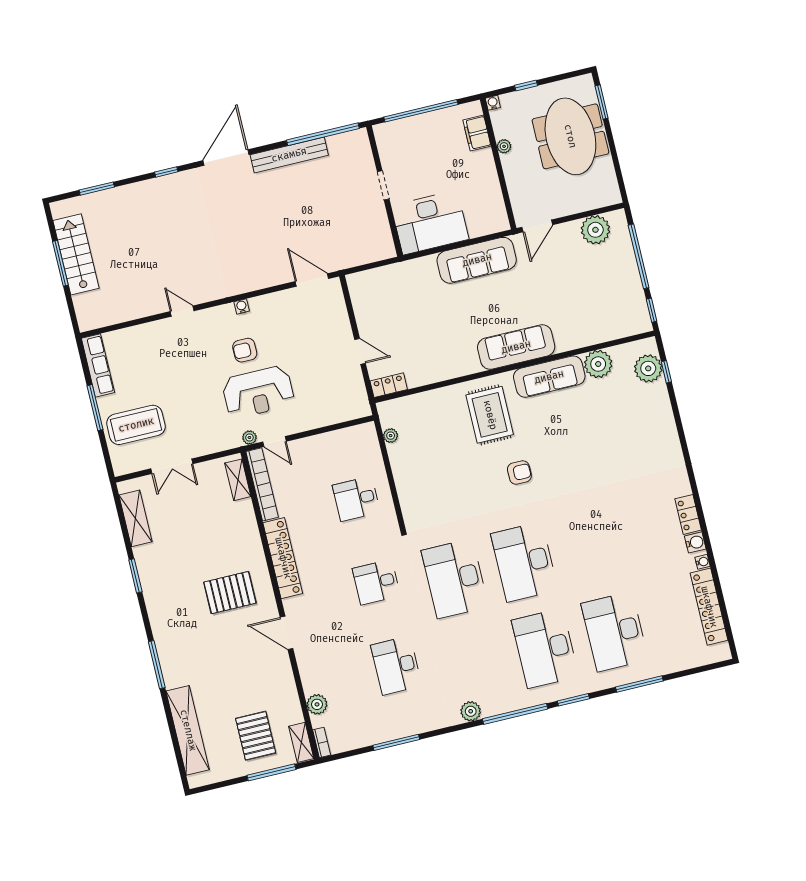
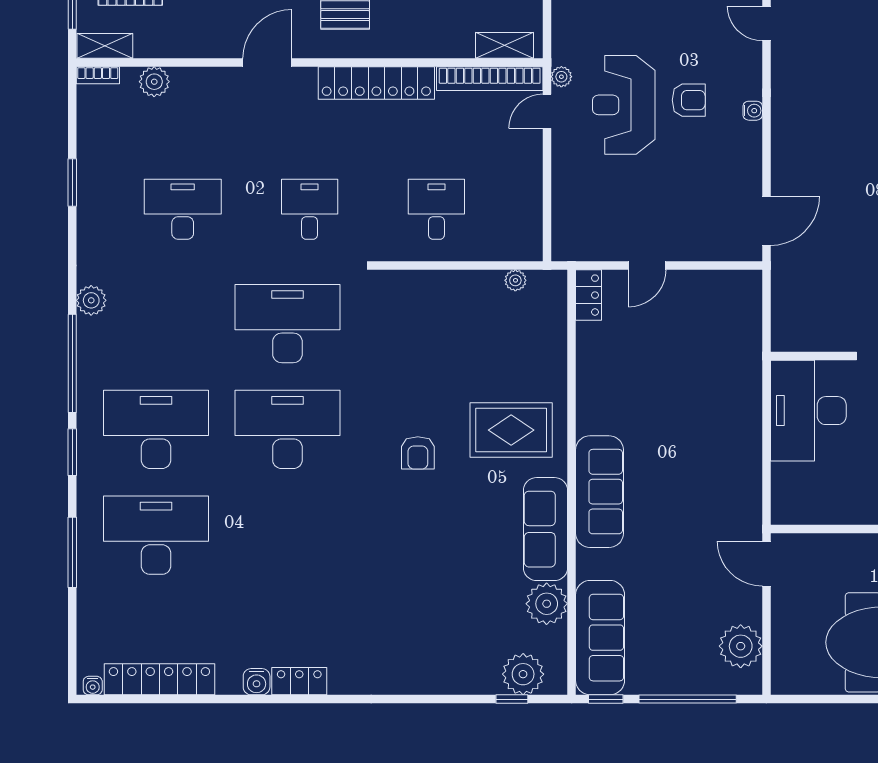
sofa: (477, 260) -> (600, 638), moved, turned 180
door: (182, 311) -> (766, 23), swing flipped
armchair: (245, 350) -> (689, 100), turned 90
water cooler: (703, 562) -> (93, 686), moved
window: (396, 742) -> (72, 183), width x0.69

